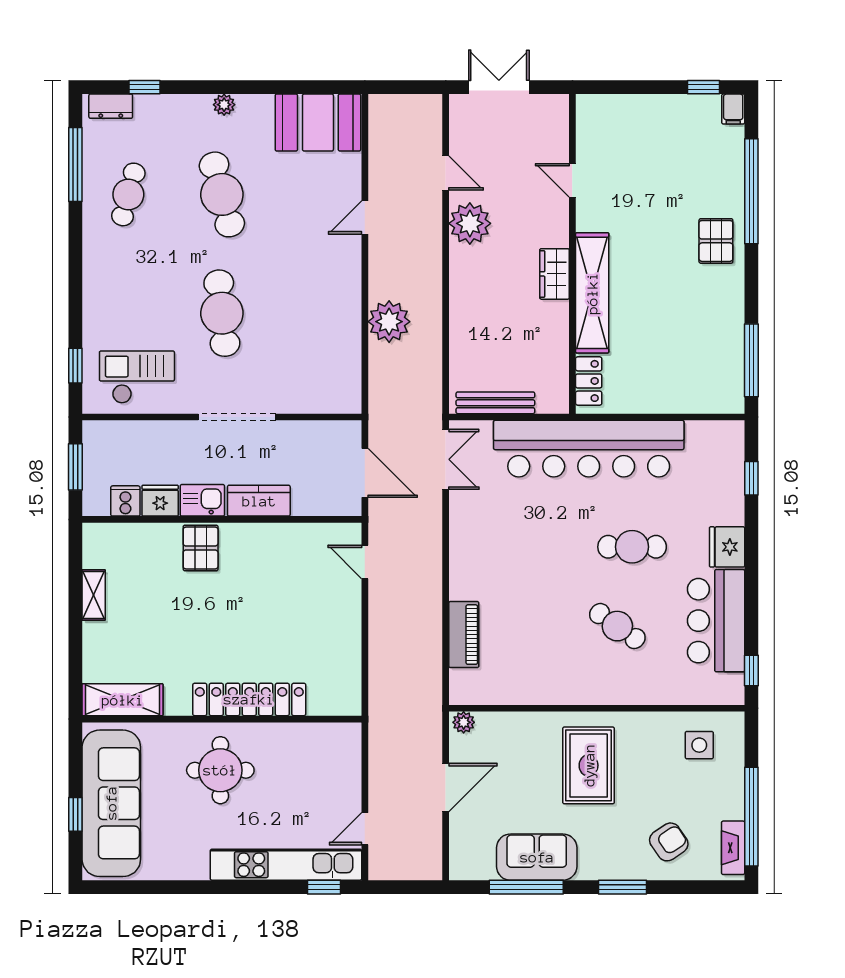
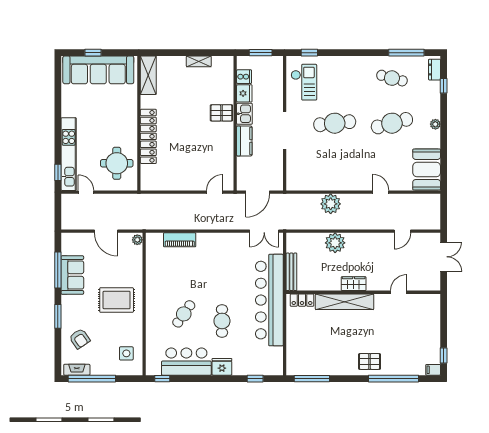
plant: (470, 223) -> (335, 243), moved
bench: (495, 403) -> (291, 272), moved
round table: (220, 770) -> (117, 163), moved

